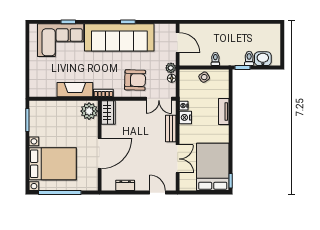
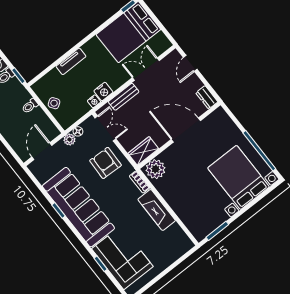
plant: (89, 111) -> (156, 169), moved
wardrobe: (108, 113) -> (143, 151), moved
wall: (100, 146) -> (179, 135), moved
door: (100, 153) -> (186, 130), moved

